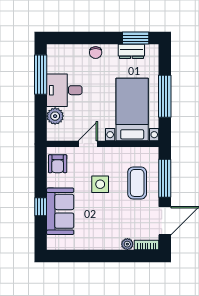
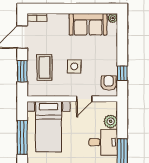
window: (165, 178) -> (22, 71), width x0.69
window: (41, 207) -> (122, 73), moved
sofa: (60, 211) -> (88, 24), moved, turned -90
plant: (127, 244) -> (113, 18), moved

